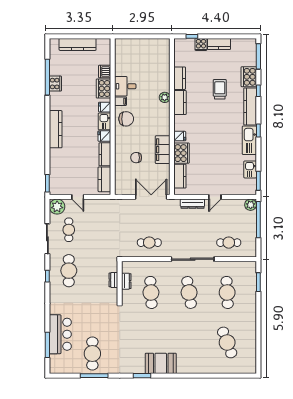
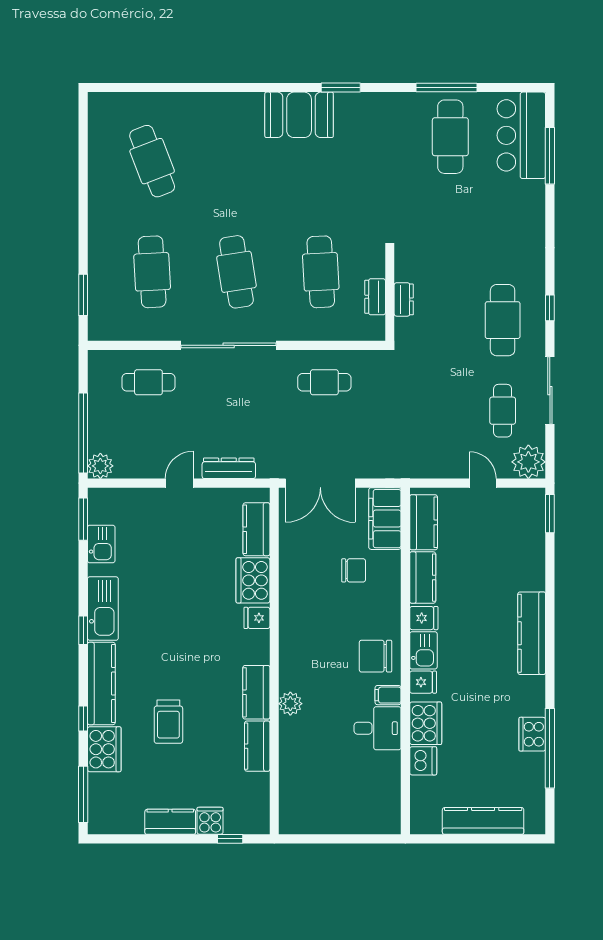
filing cabinet: (163, 150) -> (385, 519), moved, turned 180
bar counter: (60, 334) -> (521, 135), moved

